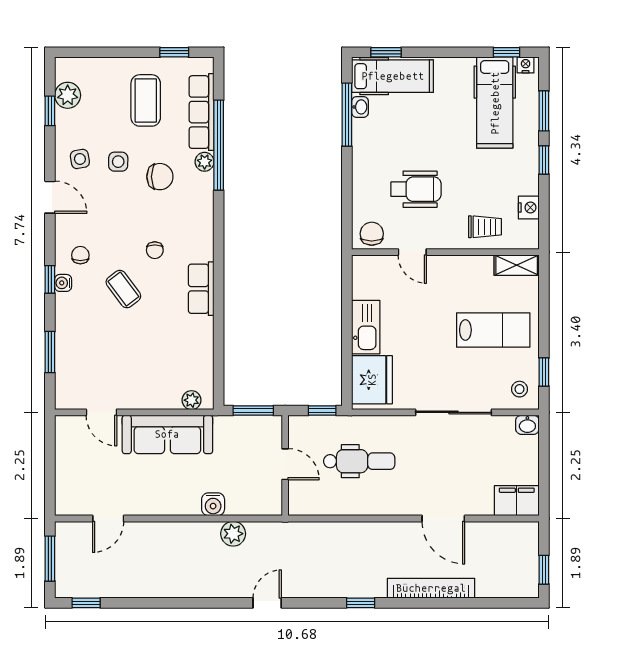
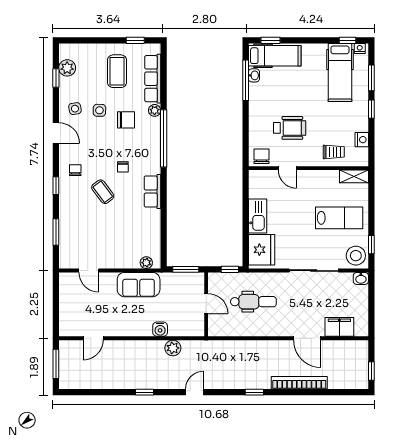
window: (219, 145) -> (164, 138), moved
water cooler: (63, 283) -> (64, 188), removed
stool: (520, 389) -> (356, 256), width x1.89, depth x1.89
sofa: (167, 434) -> (139, 285), width x0.73
filing cabinet: (517, 501) -> (339, 327), moved
window: (86, 603) -> (144, 392), moved

